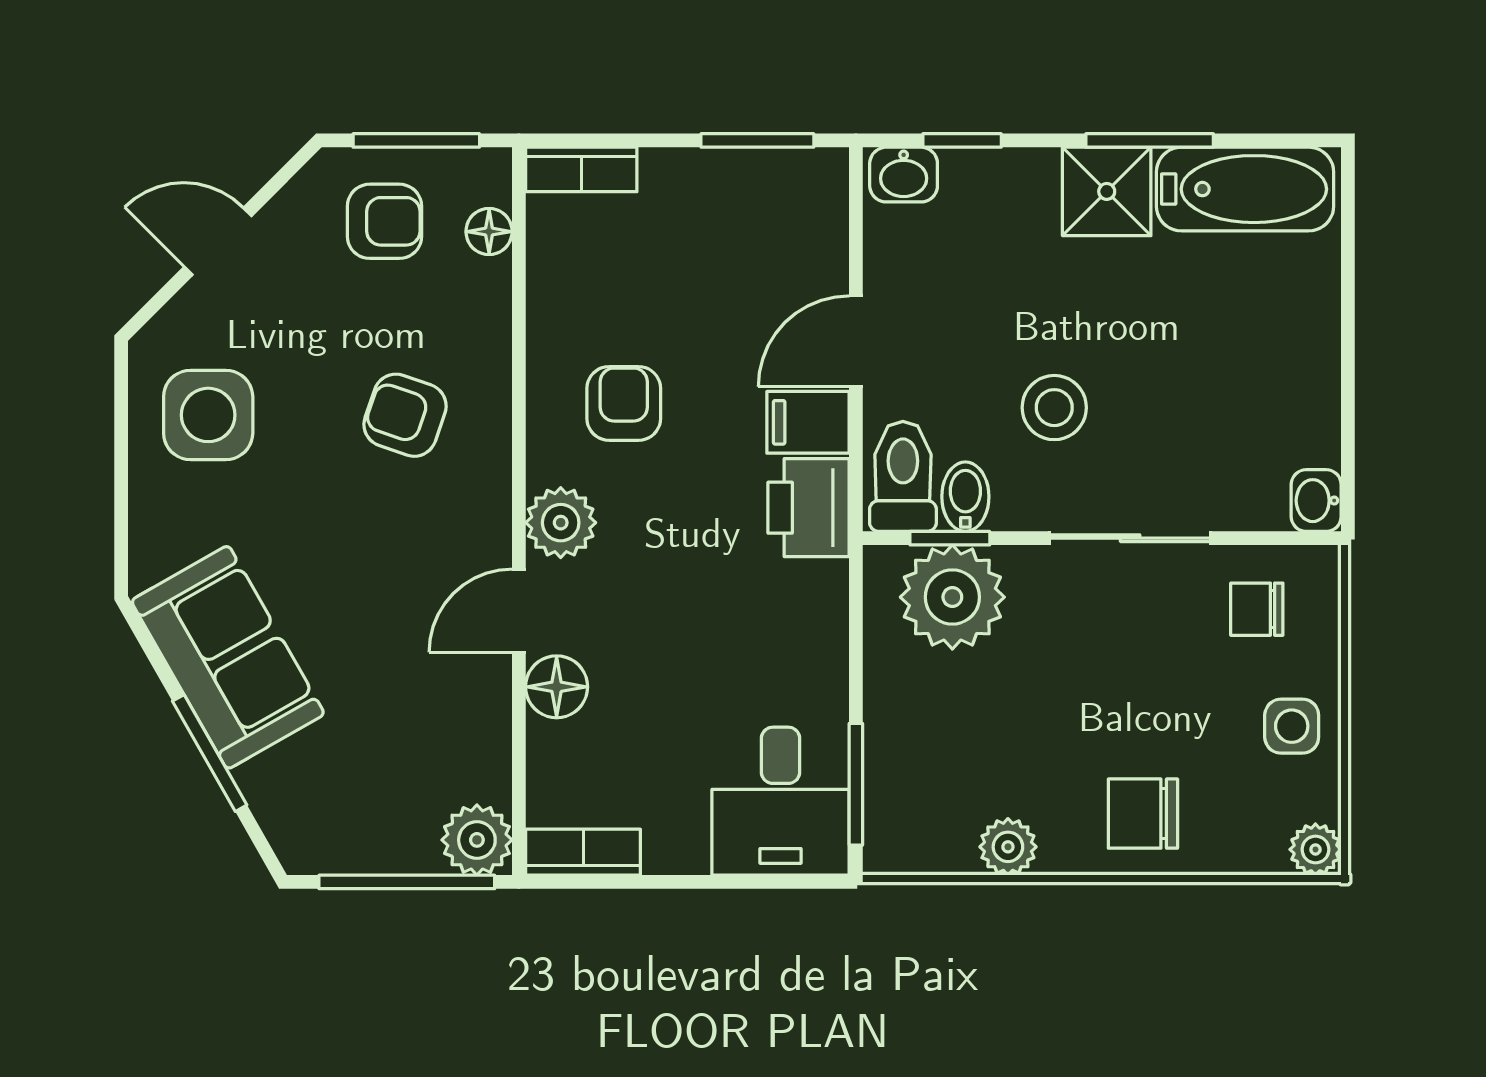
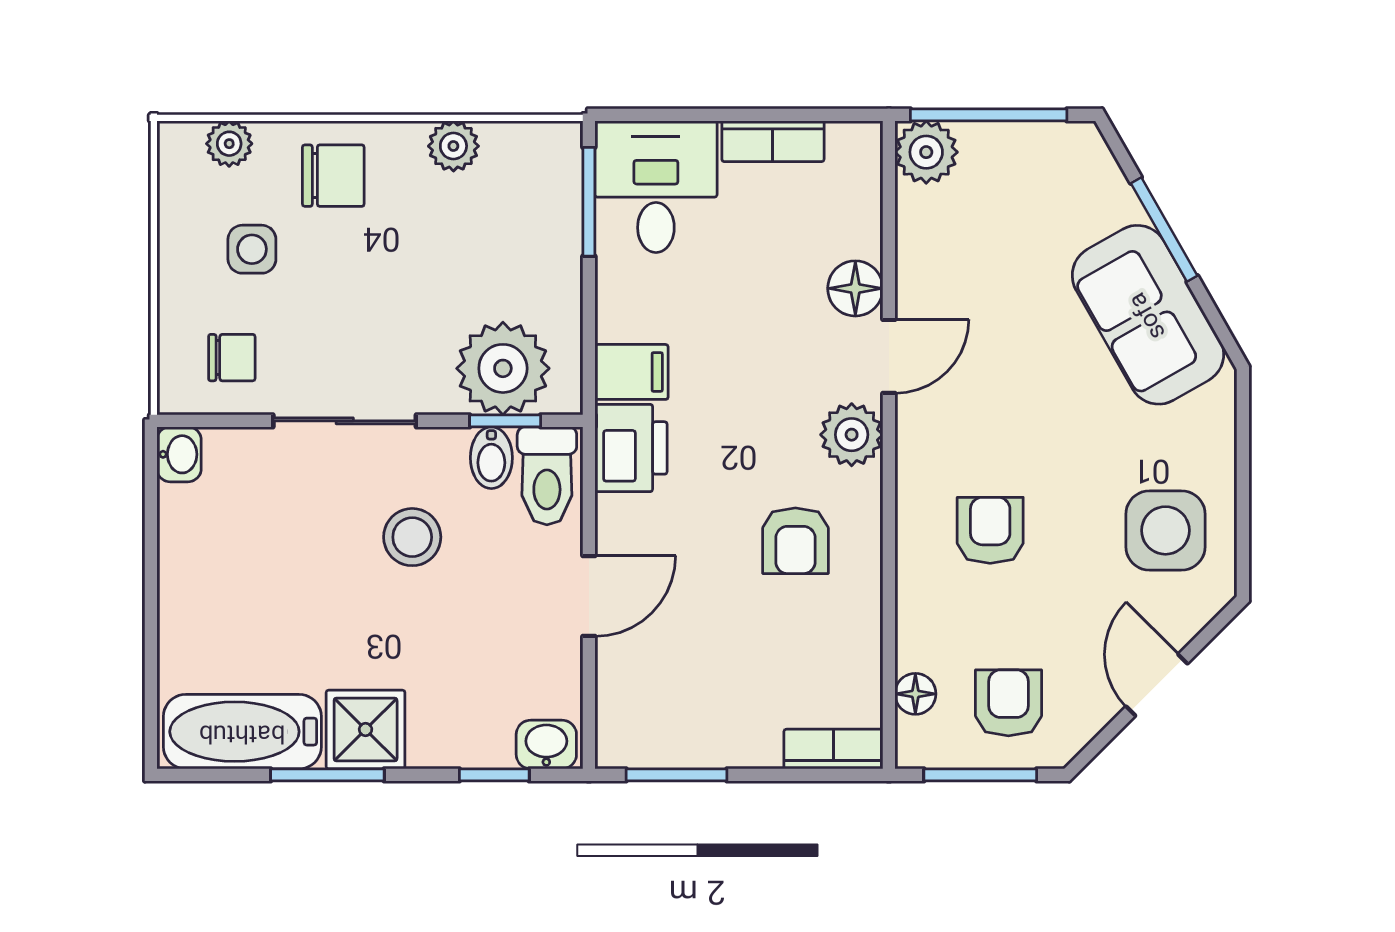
armchair: (384, 221) -> (1008, 703), turned 90
door: (218, 241) -> (1157, 685), swing flipped
armchair: (405, 415) -> (990, 530), turned -109
filing cabinet: (808, 422) -> (631, 372), moved
side table: (1292, 726) -> (252, 249), moved
plant: (1315, 849) -> (229, 144), moved
bookcase: (583, 852) -> (773, 141), moved

